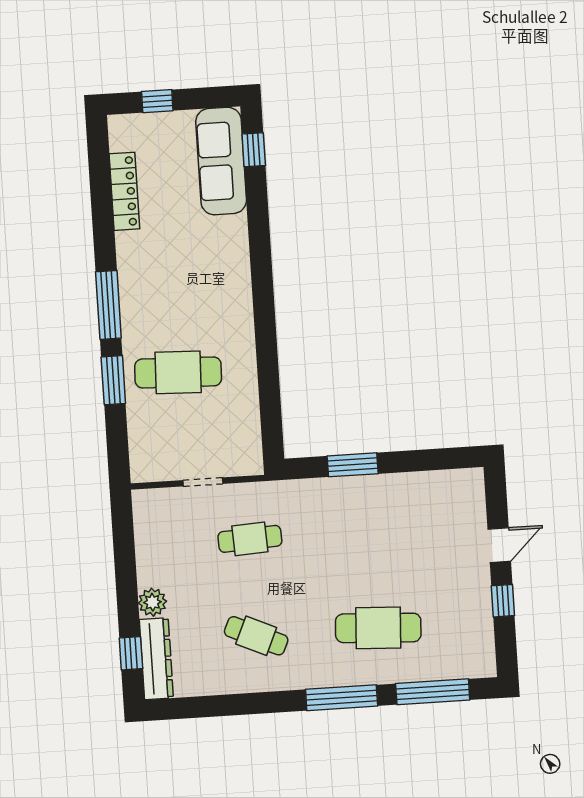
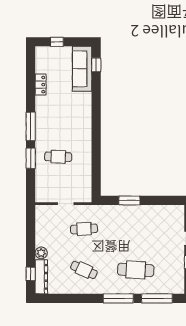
locker: (124, 191) -> (41, 85), width x0.66
cafe table: (178, 372) -> (58, 157), width x0.73, depth x0.74

